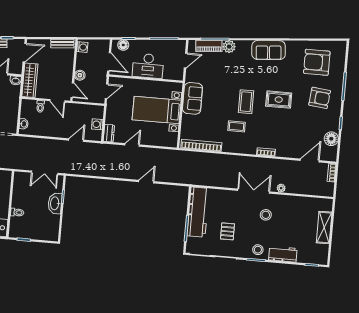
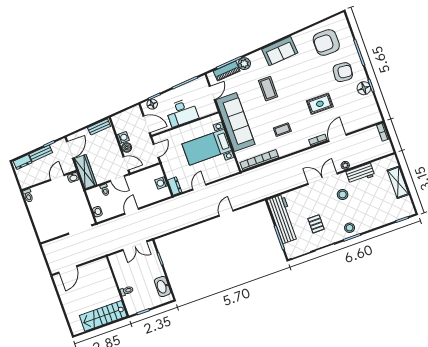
washing machine: (82, 47) -> (123, 138), moved
sofa: (193, 98) -> (235, 122), width x1.85, depth x1.27
rug: (279, 100) -> (320, 104), moved
coffee table: (246, 102) -> (268, 89), moved
floor lamp: (331, 139) -> (364, 88), moved
door: (76, 140) -> (132, 211), moved
door: (310, 161) -> (337, 138), moved
washbasin: (55, 203) -> (162, 287), moved
workbench: (283, 254) -> (360, 174), moved, turned 180

